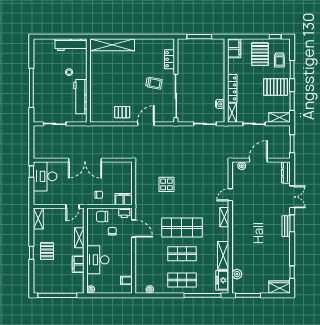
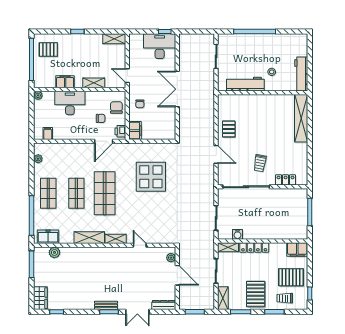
display table: (167, 184) -> (151, 177), width x1.86, depth x1.86
pallet: (47, 251) -> (48, 50), moved
shelving: (223, 255) -> (89, 238), moved

